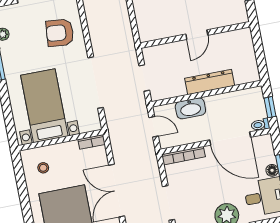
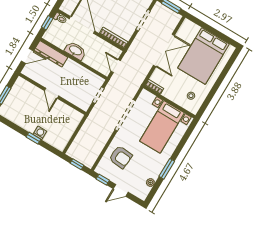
door: (197, 35) -> (51, 93), swing flipped
door: (259, 52) -> (27, 56), added
dresser: (210, 82) -> (51, 54), moved
washbasin: (190, 108) -> (75, 51), moved

